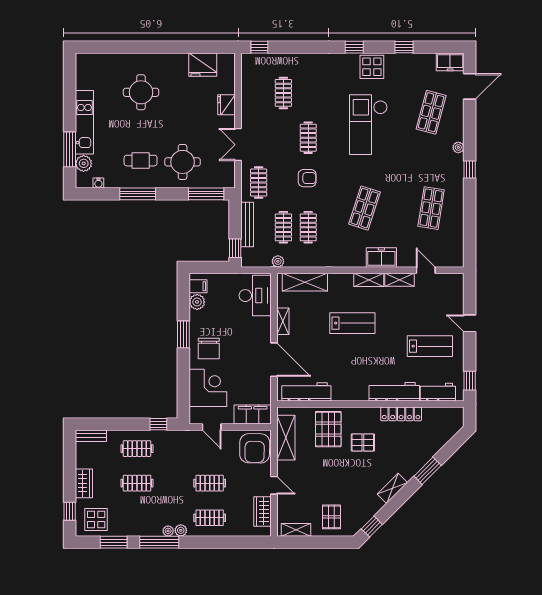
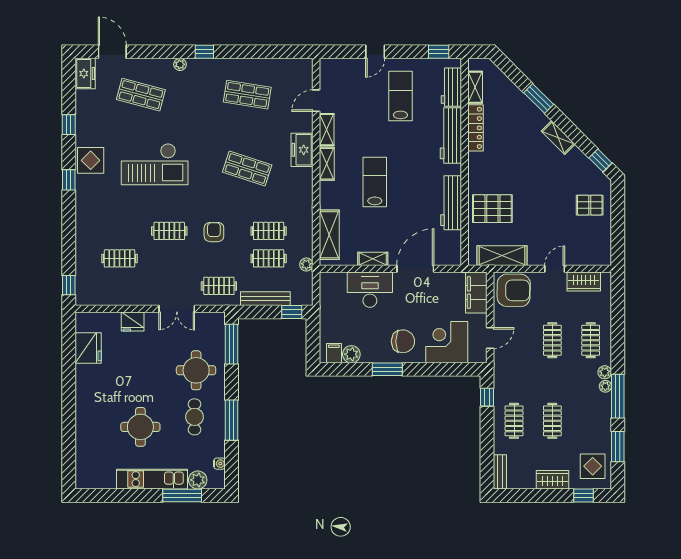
round table: (141, 92) -> (140, 427), moved
desk: (255, 296) -> (370, 290), moved
workbench: (306, 392) -> (451, 203), moved
pallet: (363, 442) -> (507, 170), removed
shelving: (296, 530) -> (475, 87), moved

